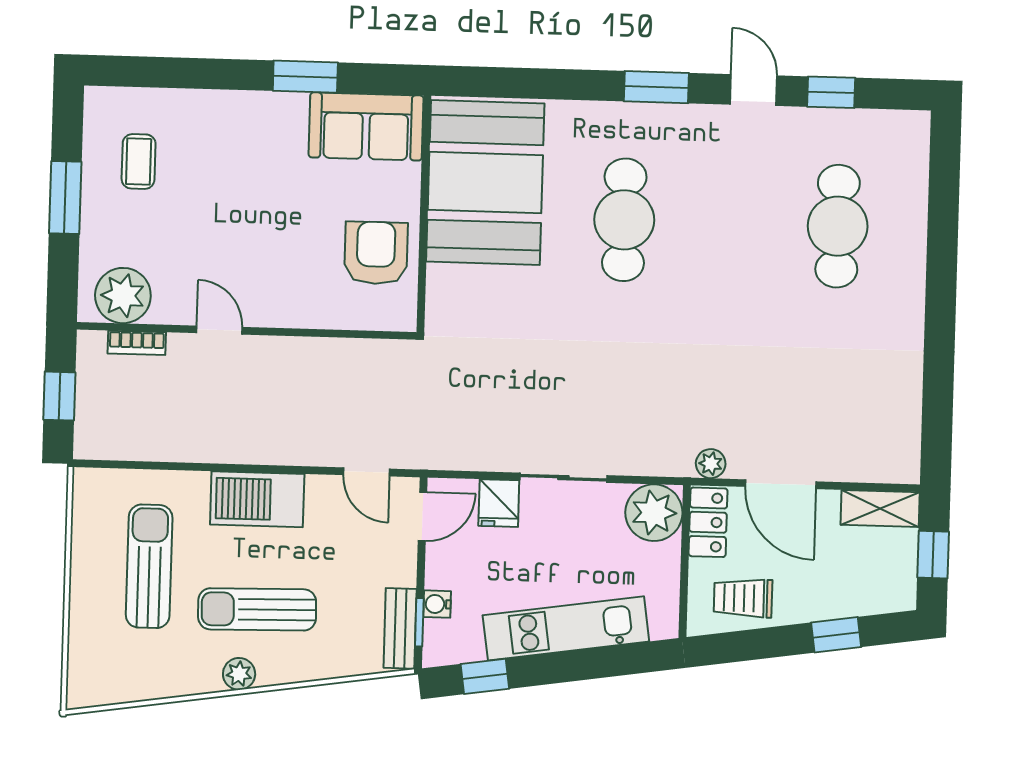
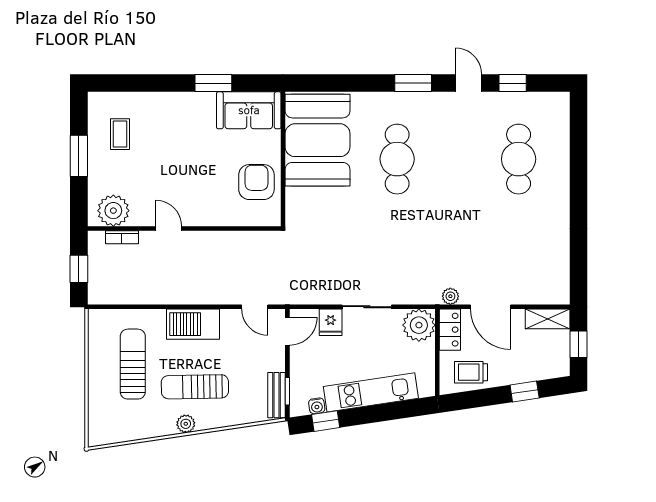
water cooler: (437, 604) -> (317, 406), moved, turned -98

